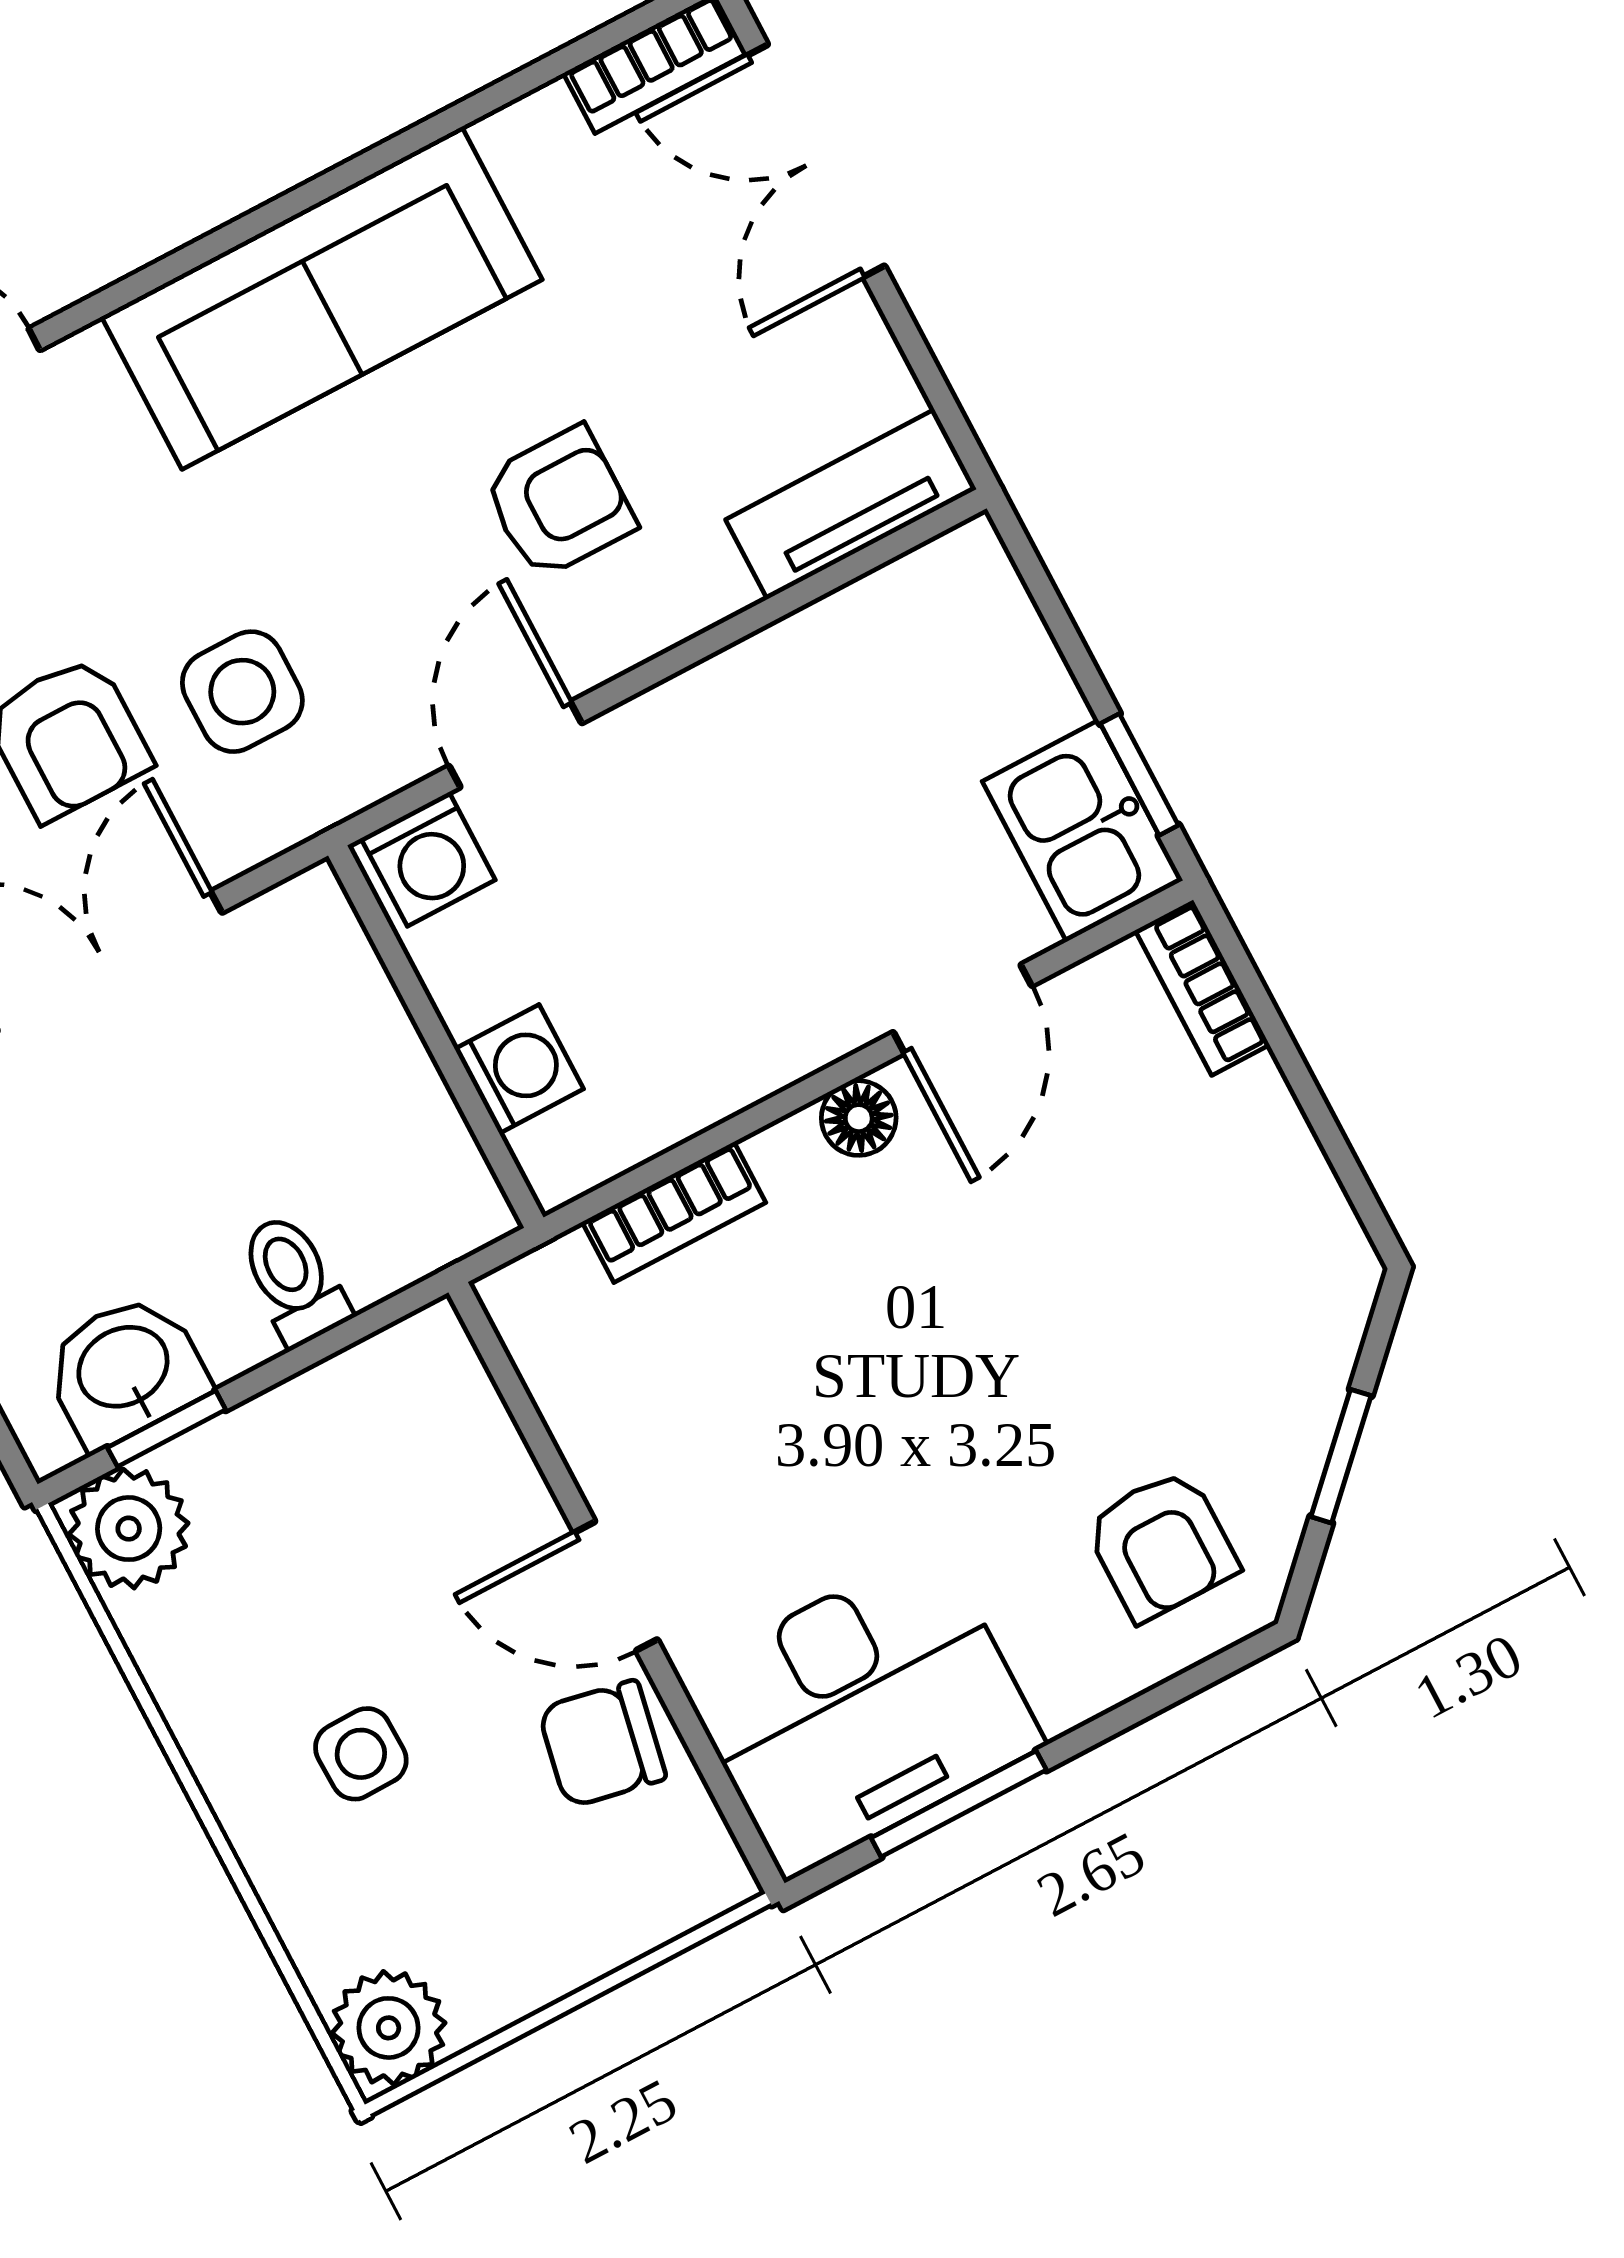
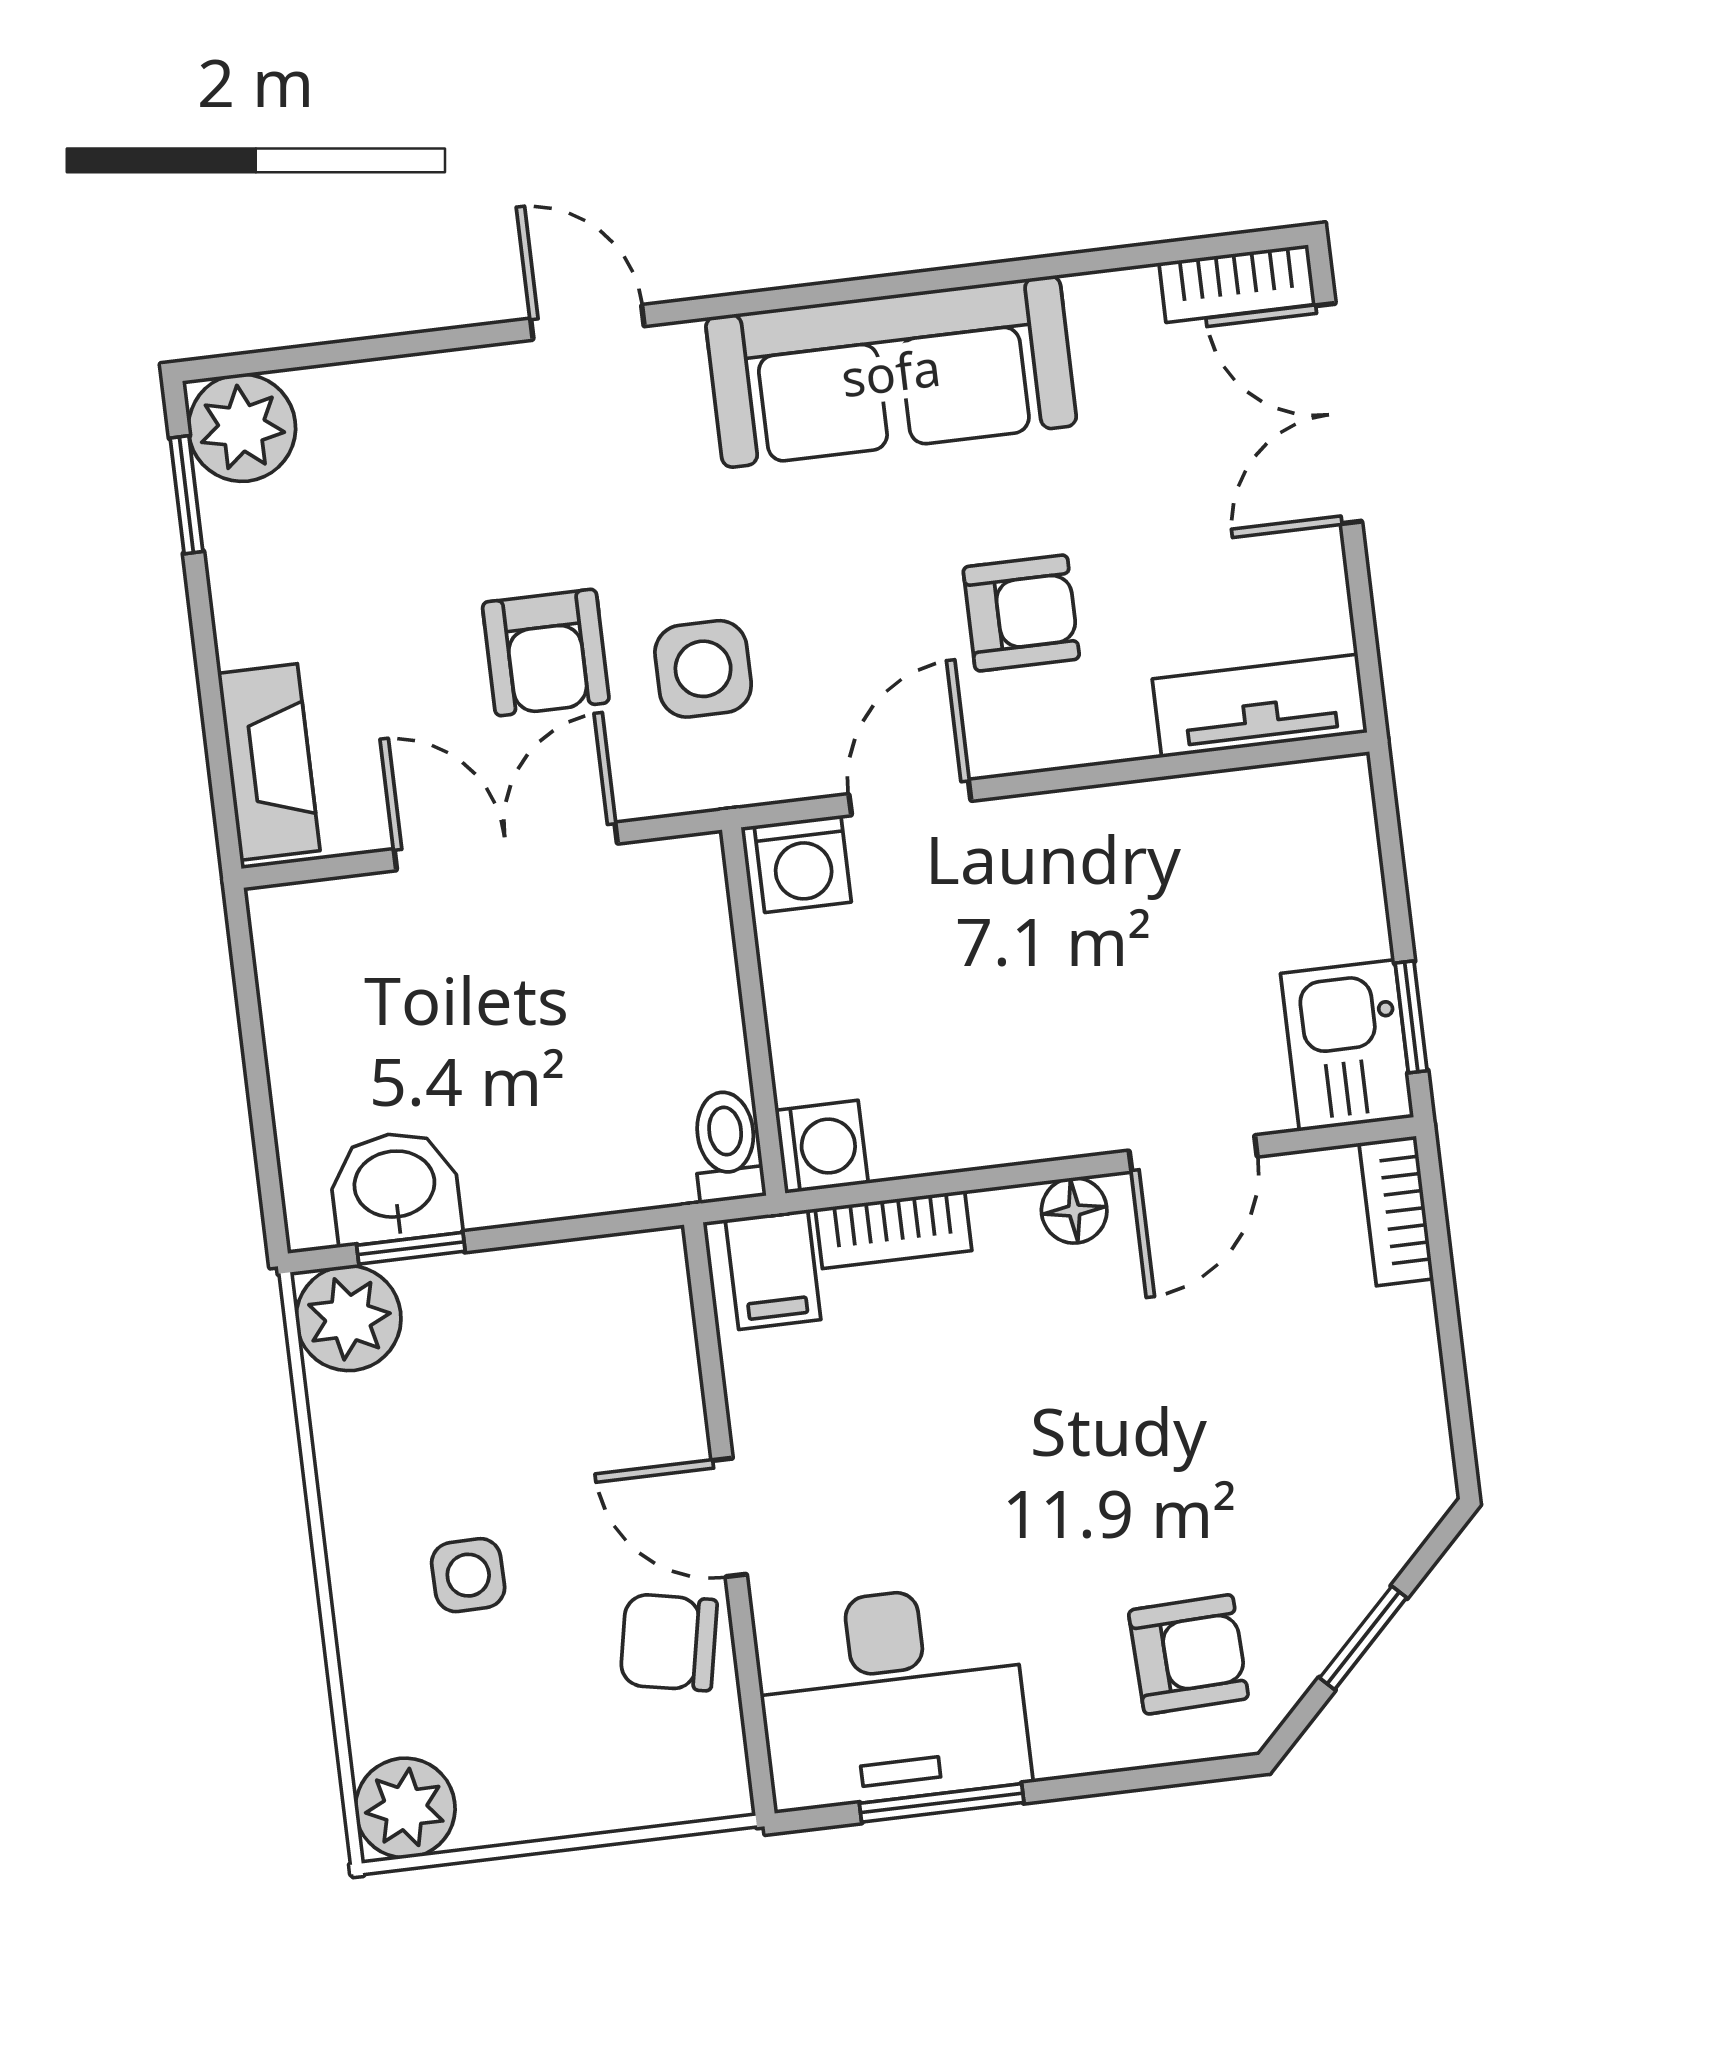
washing machine: (519, 1069) -> (822, 1147), moved
toilet: (294, 1280) -> (727, 1146), moved
filing cabinet: (562, 1304) -> (773, 1270), added
armchair: (1161, 1545) -> (1188, 1654), turned -92

